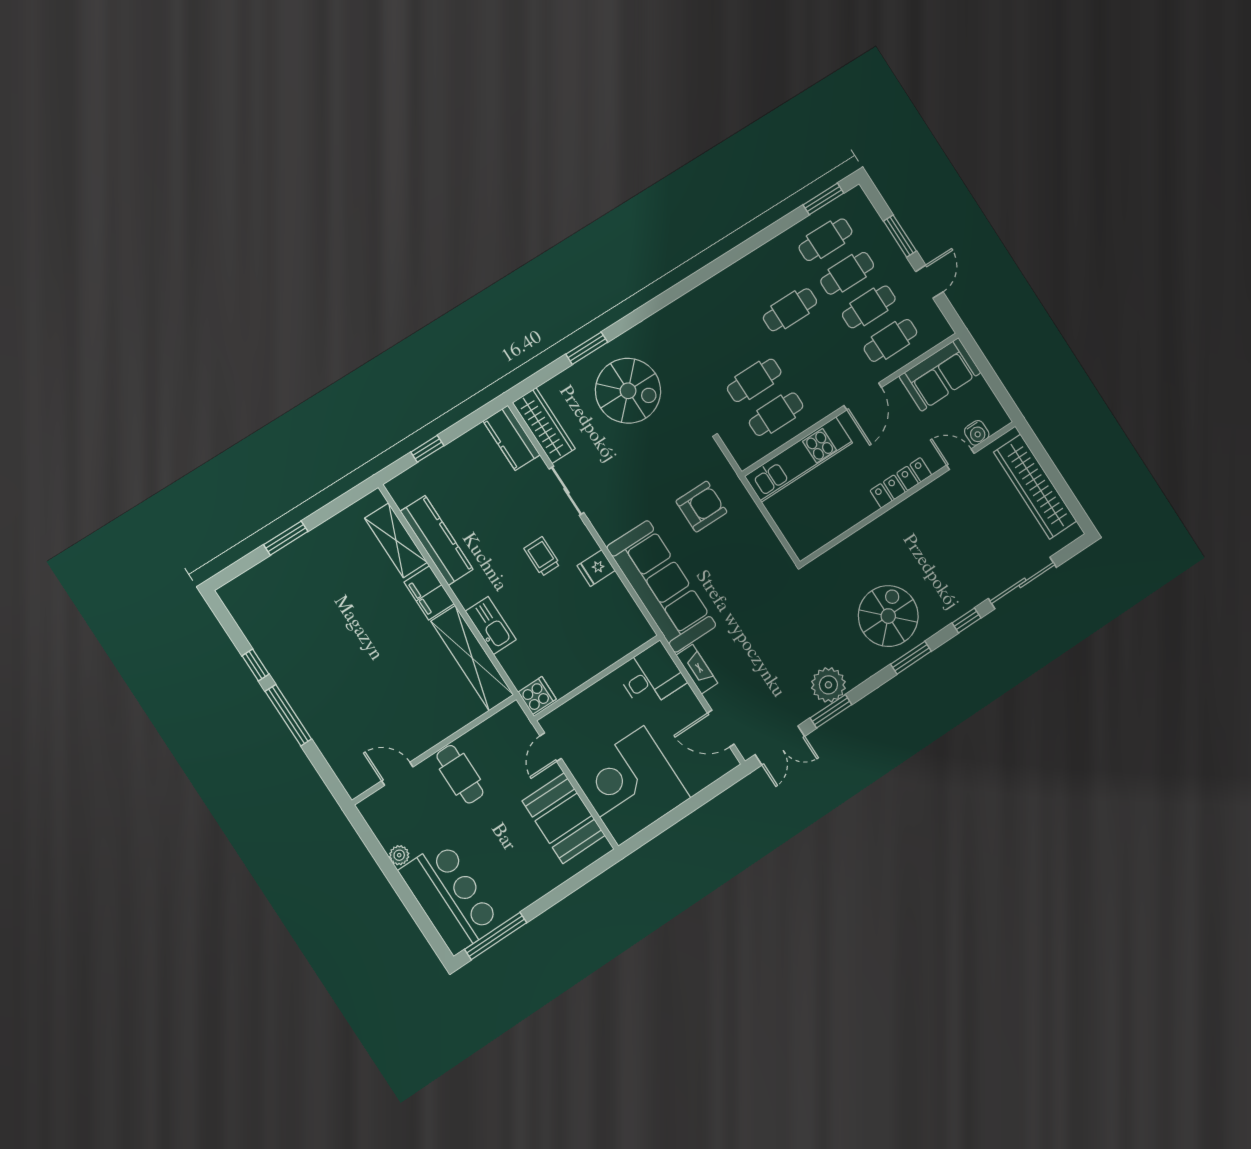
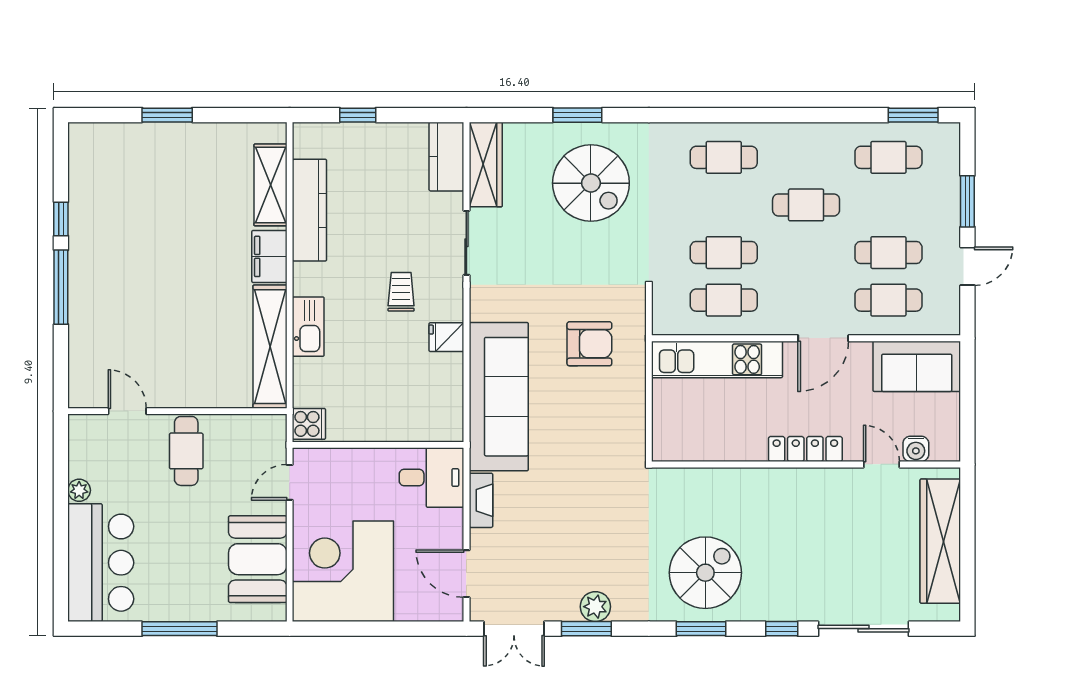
cafe table: (847, 273) -> (724, 157), moved
plant: (828, 685) -> (595, 607), width x0.73, depth x0.73
window: (496, 936) -> (179, 629), moved

